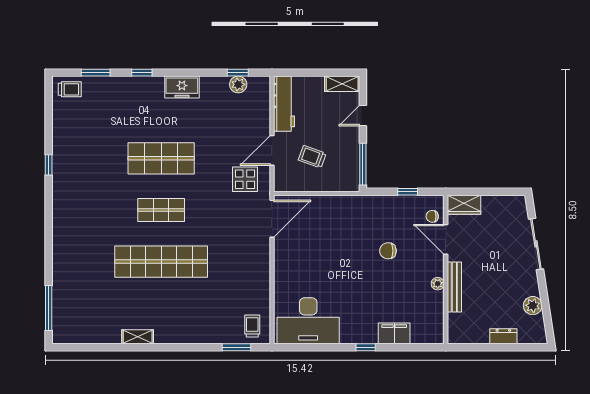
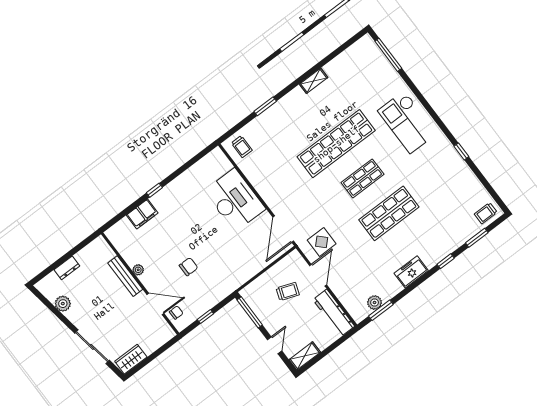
window: (238, 73) -> (381, 310), width x1.50
wardrobe: (464, 205) -> (131, 359), moved
checkout: (79, 231) -> (407, 122), added
desk: (308, 321) -> (235, 200), moved, turned 90
window: (236, 347) -> (265, 106), moved

